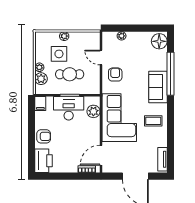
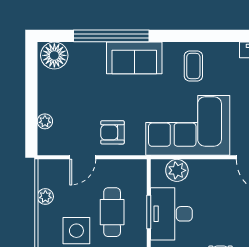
plant: (64, 36) -> (45, 197), moved

